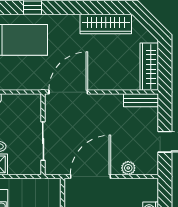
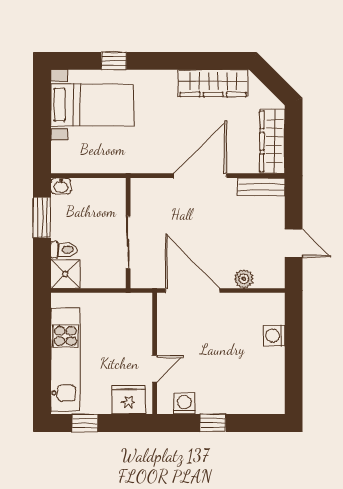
door: (68, 92) -> (200, 176), moved
door: (91, 176) -> (193, 290), hinge flipped

